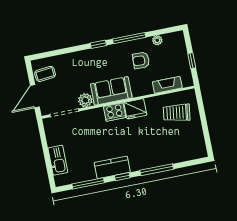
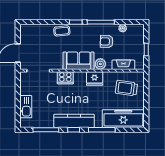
coffee table: (45, 74) -> (62, 31), moved
plant: (85, 100) -> (100, 64), moved
cooker: (115, 112) -> (65, 78), moved
freezer: (180, 151) -> (123, 119), added
kitchen counter: (112, 167) -> (74, 121), width x1.50

